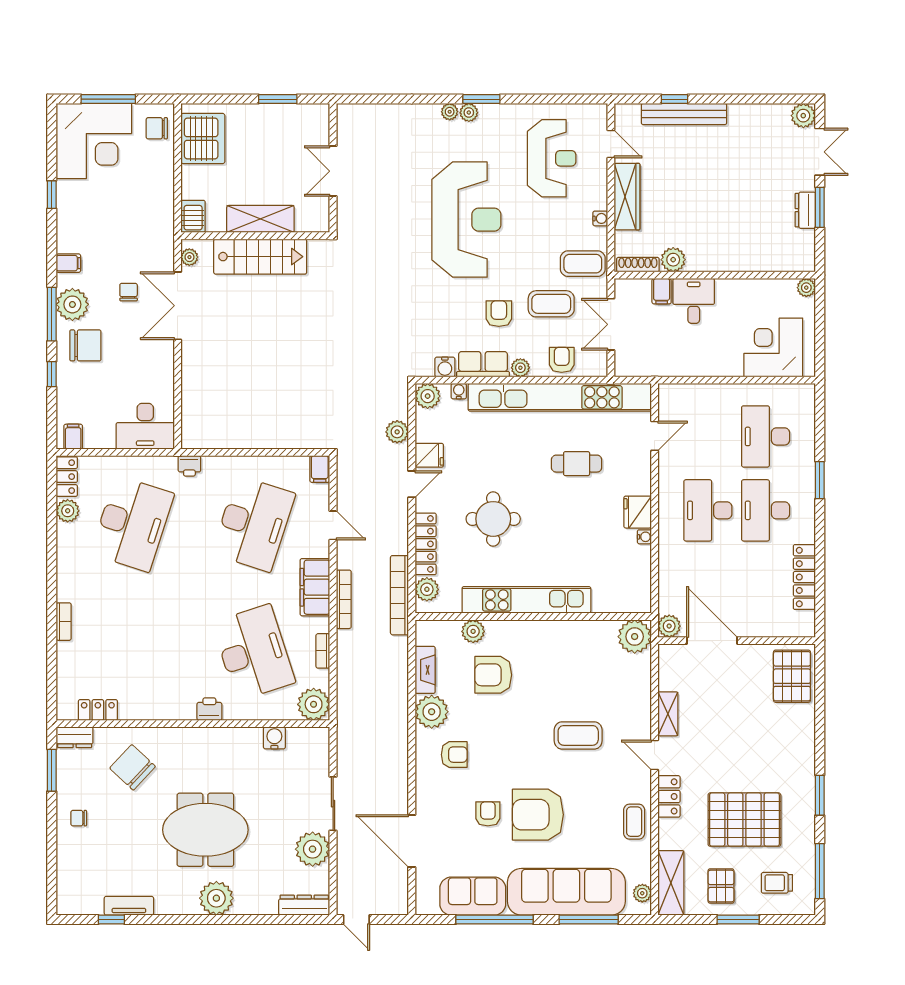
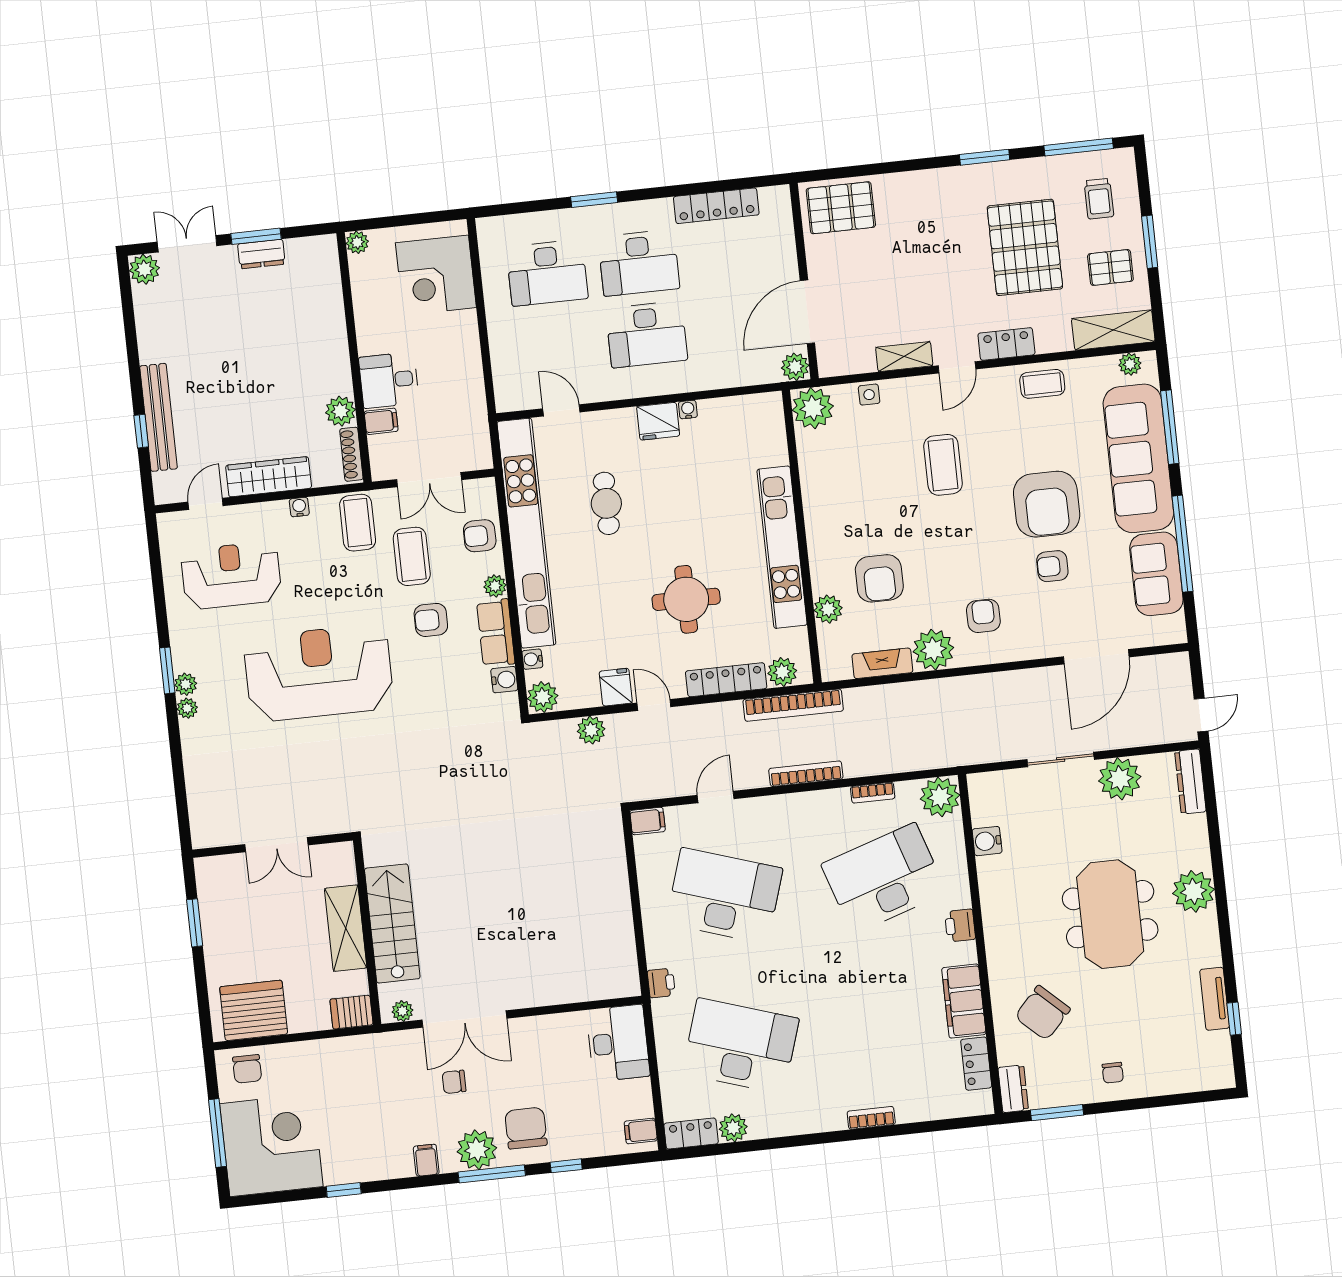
filing cabinet: (315, 587) -> (964, 1001), moved, turned 90
side table: (641, 683) -> (869, 395), added

